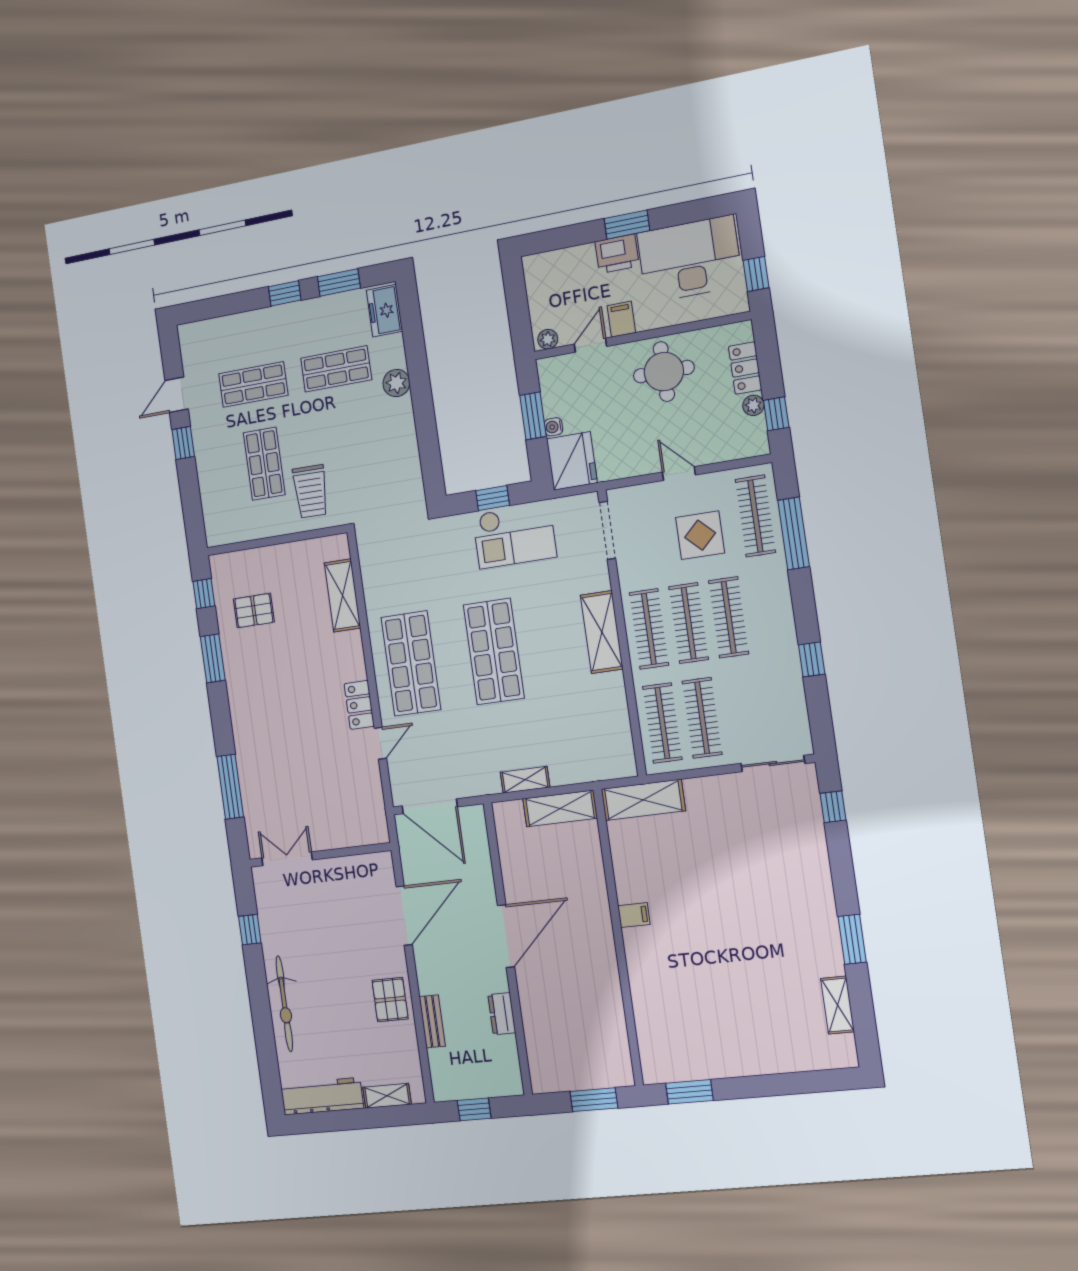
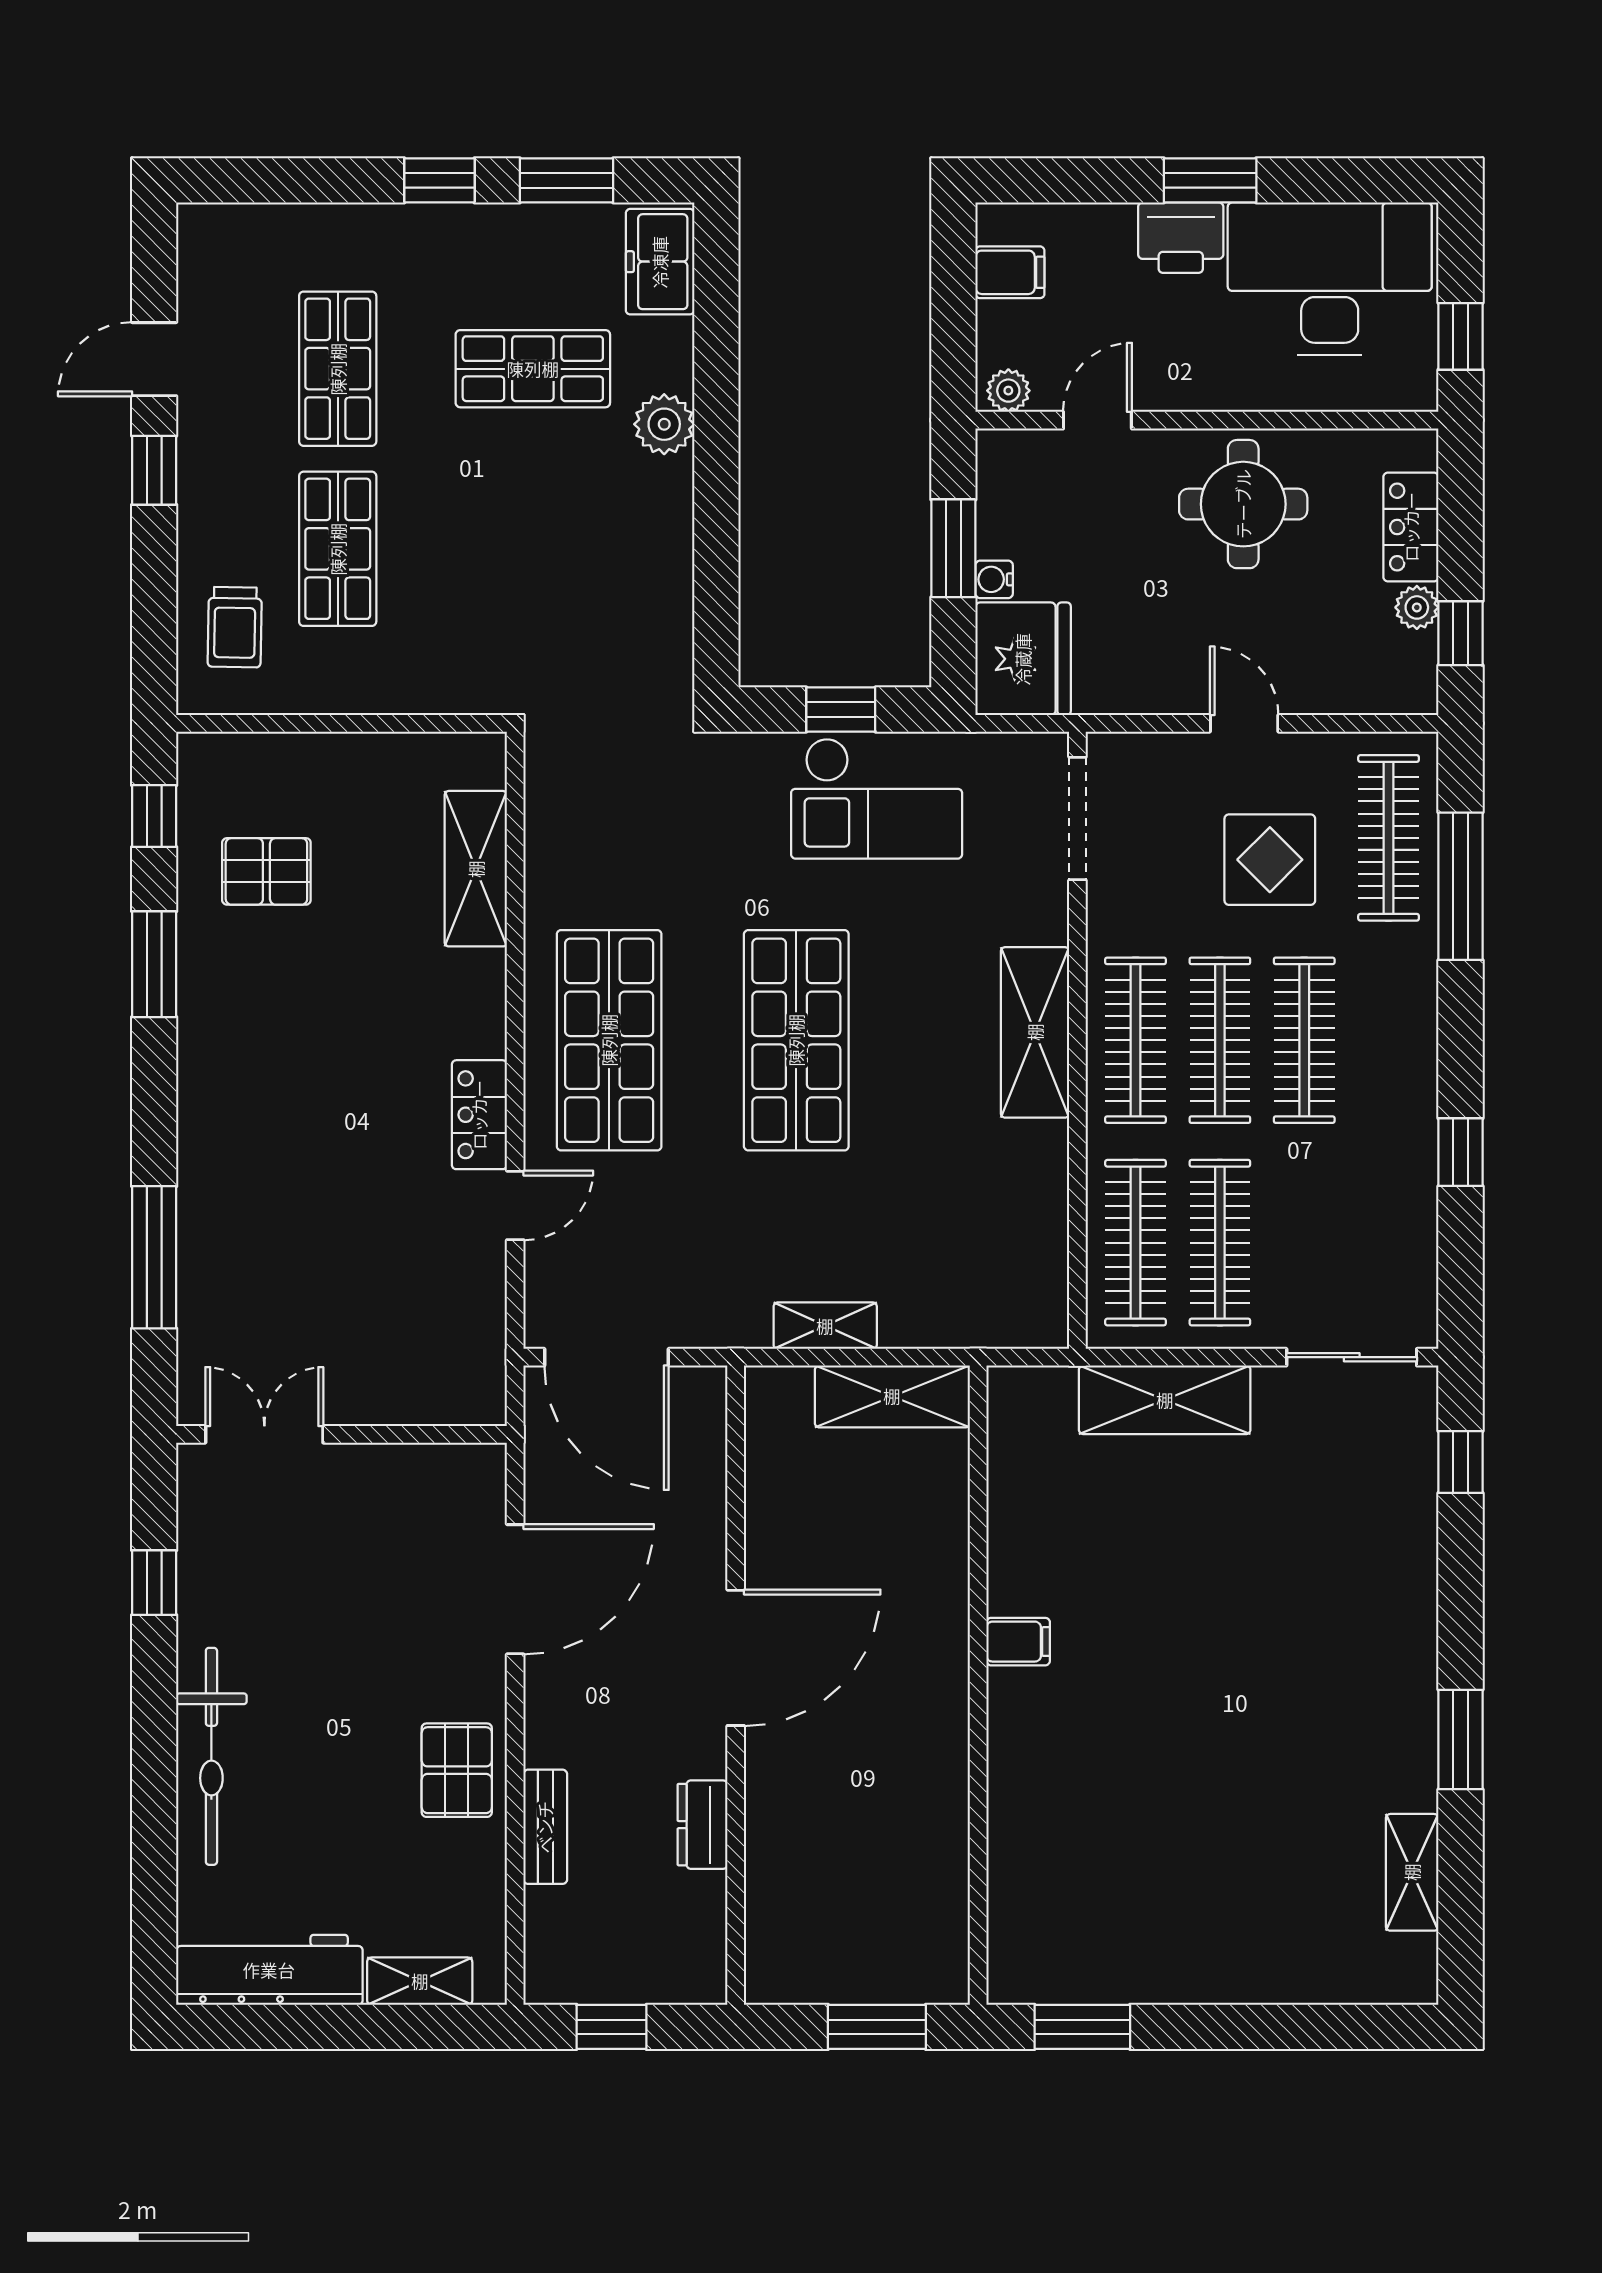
filing cabinet: (621, 319) -> (1010, 272), moved, turned 90
shop shelf: (253, 385) -> (338, 369), turned 90
trolley: (311, 491) -> (235, 627), moved, width x0.73, depth x0.72
shelving: (643, 800) -> (1165, 1400), moved

